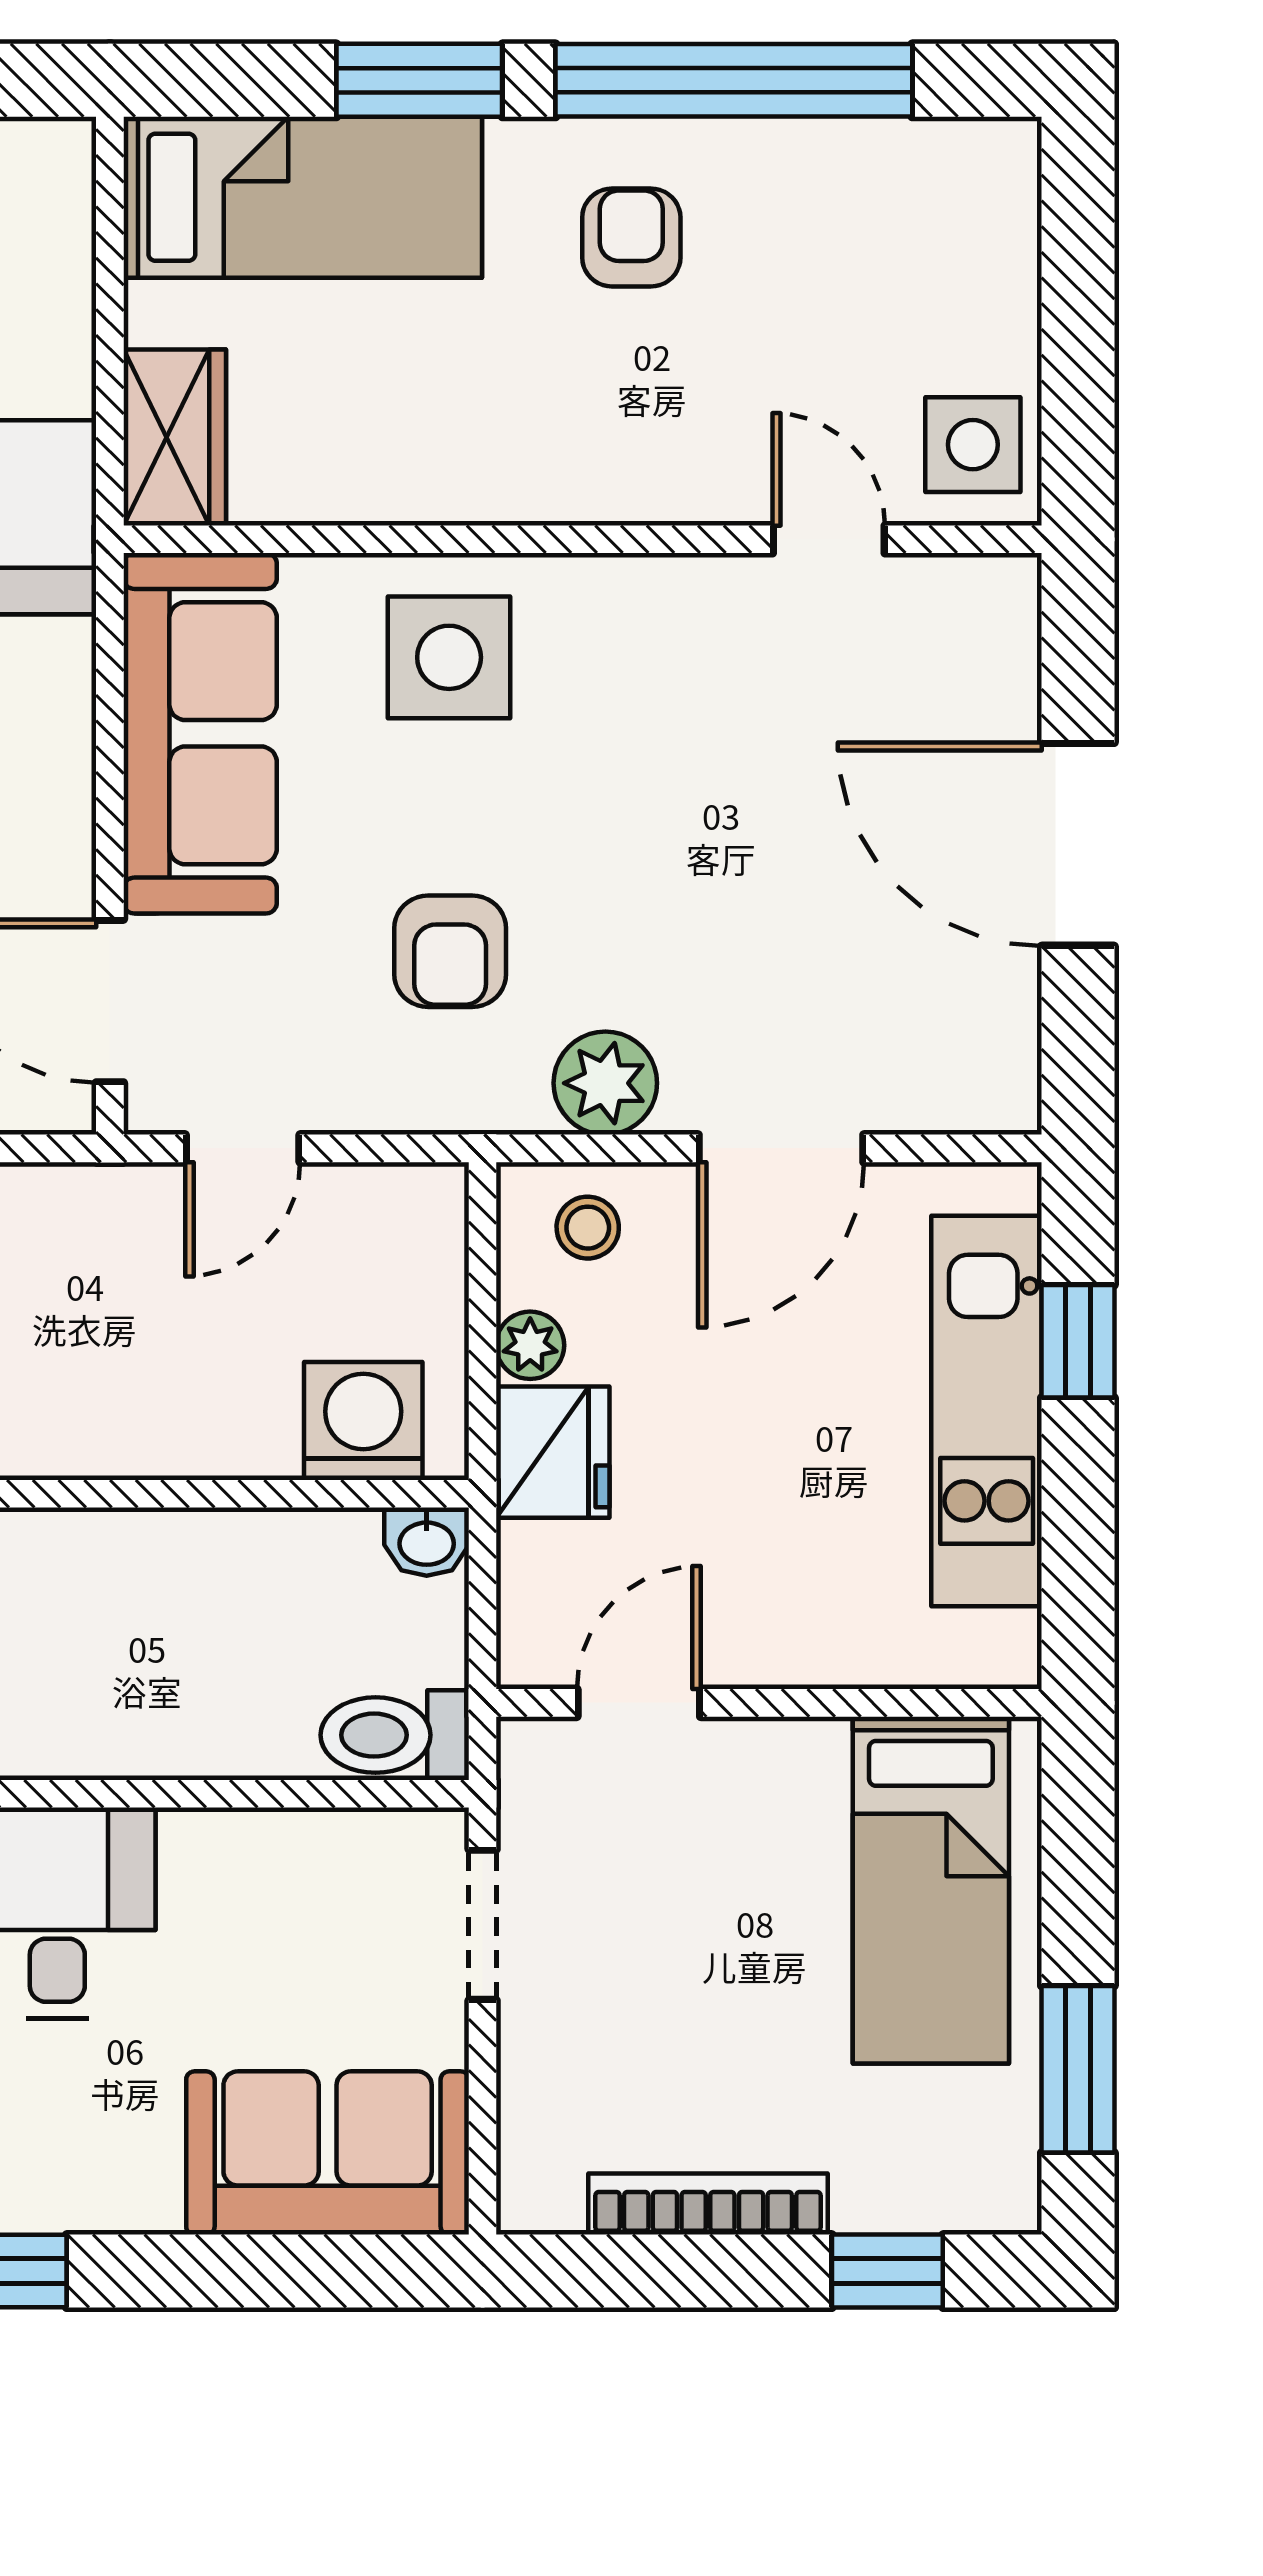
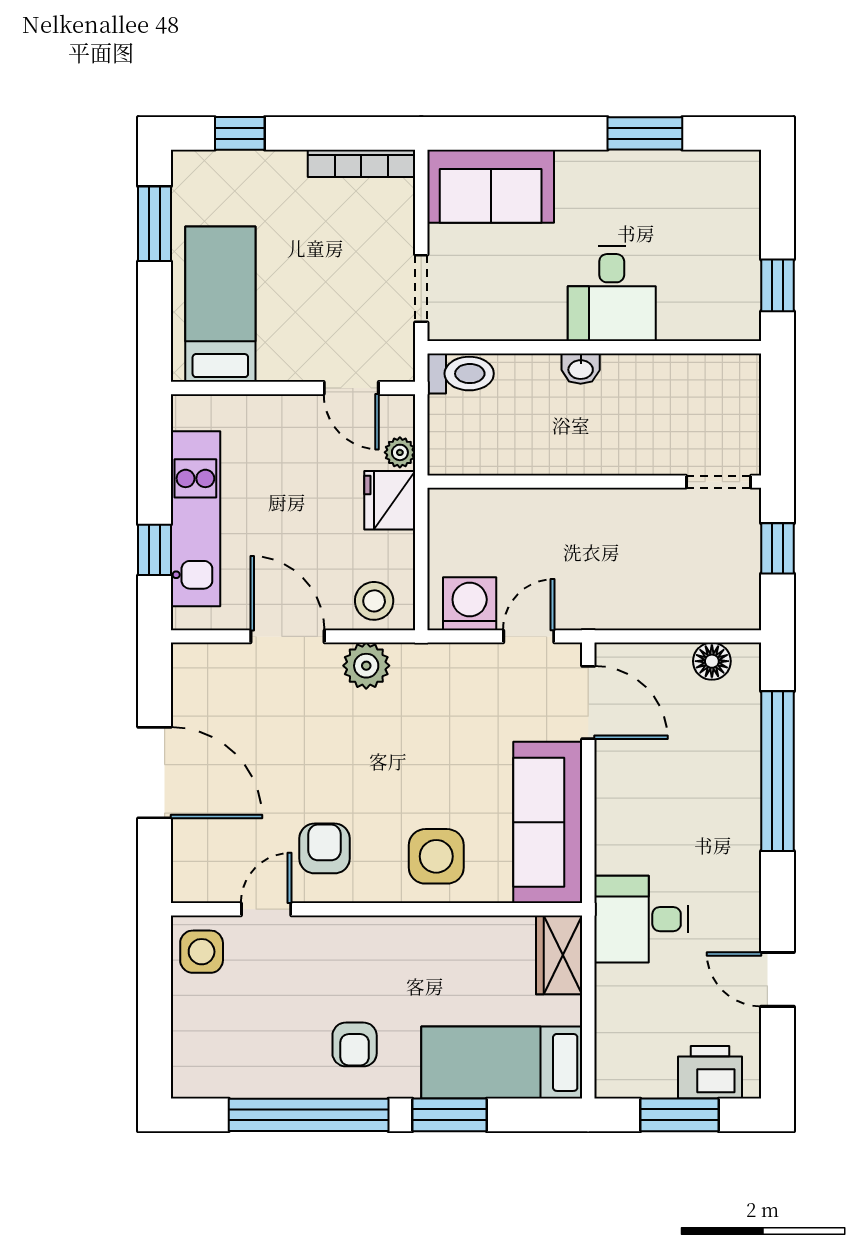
door: (829, 539) -> (266, 909), swing flipped
armchair: (450, 951) -> (325, 848), moved
door: (781, 1148) -> (288, 636), hinge flipped
stool: (588, 1228) -> (374, 601), width x1.37, depth x1.37
plant: (530, 1345) -> (400, 452), moved
washing machine: (363, 1421) -> (470, 604), moved, turned 180
washbasin: (427, 1542) -> (581, 369), moved, turned 180
door: (639, 1703) -> (351, 388), hinge flipped
bookcase: (708, 2204) -> (361, 163), moved

